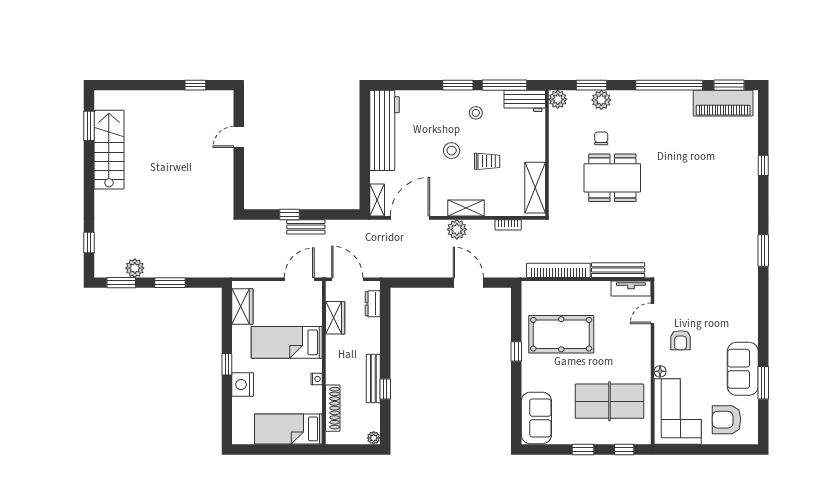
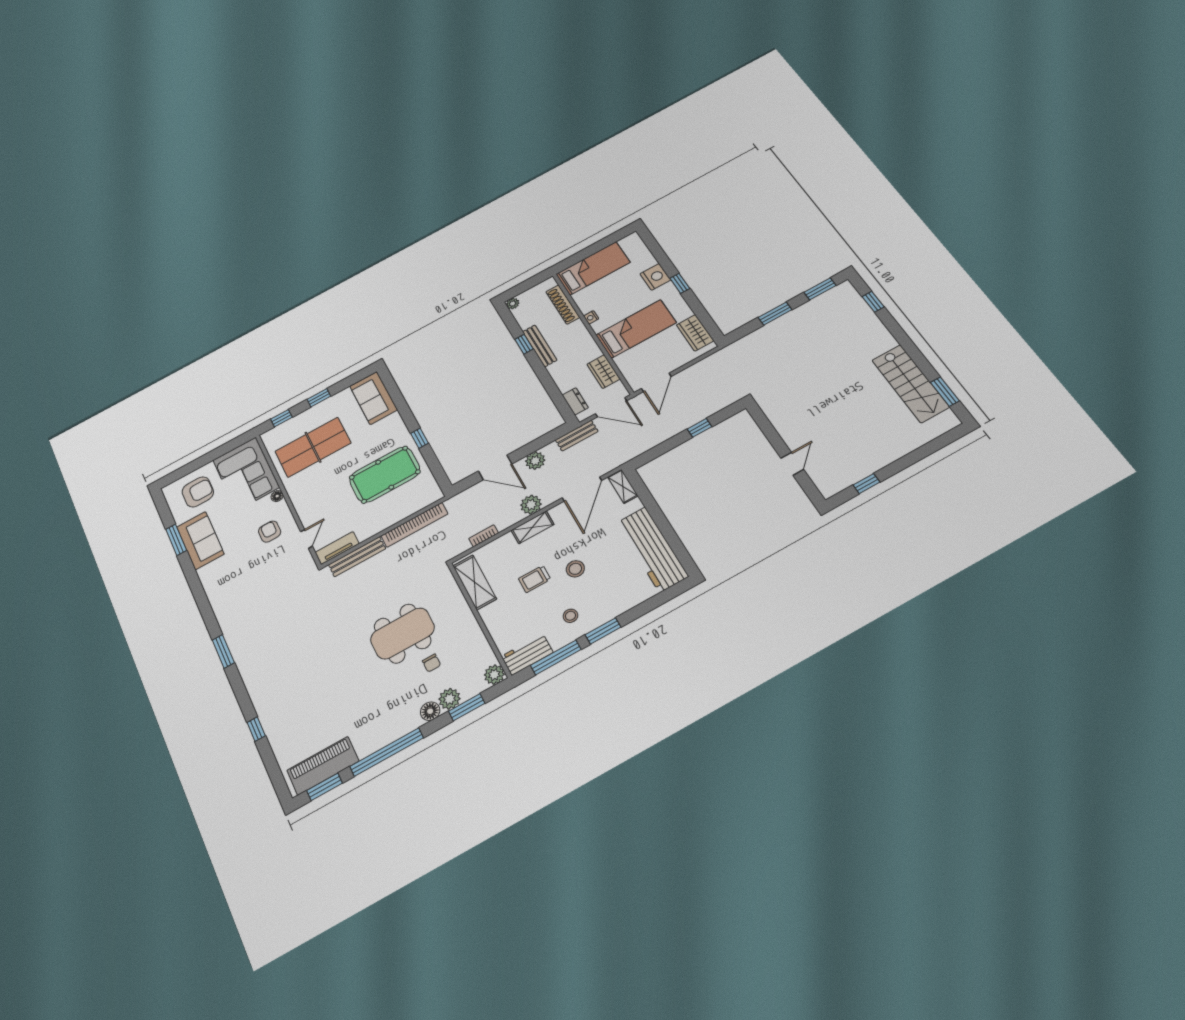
floor lamp: (621, 99) -> (430, 711), added
bench: (306, 227) -> (577, 436), moved
plant: (135, 268) -> (535, 461), moved

